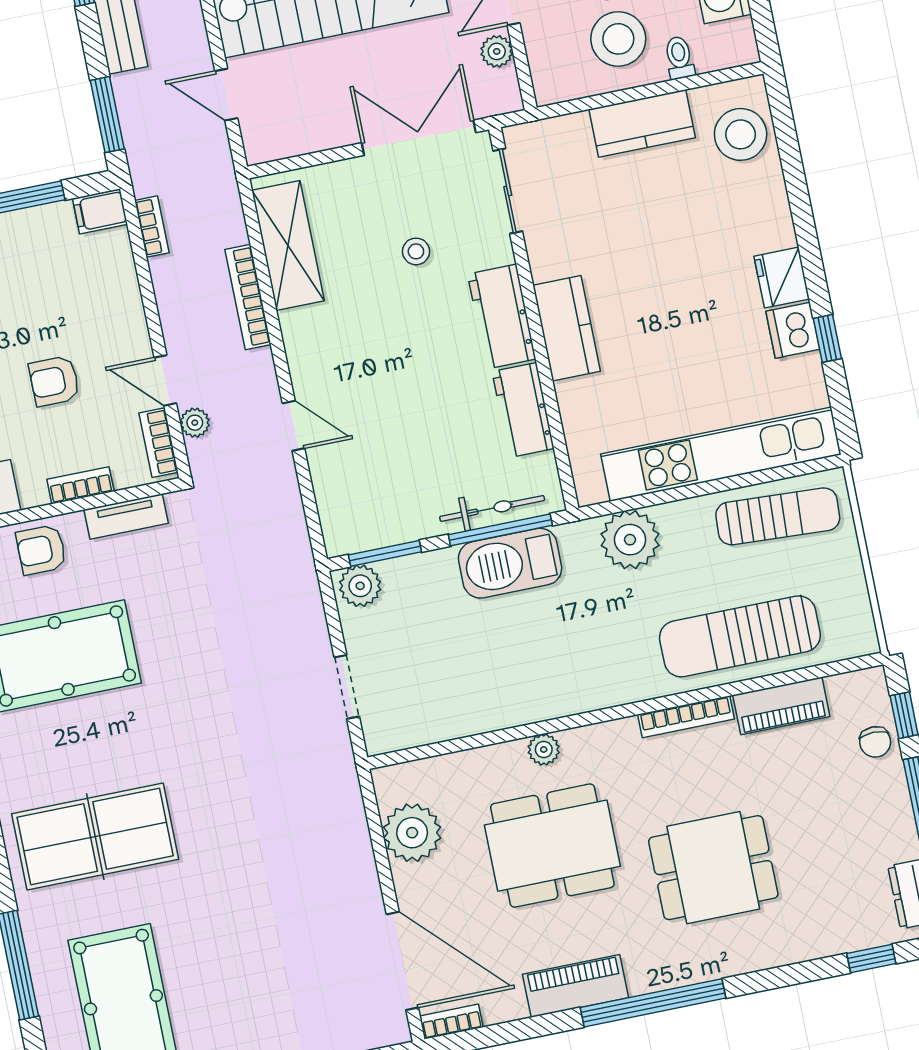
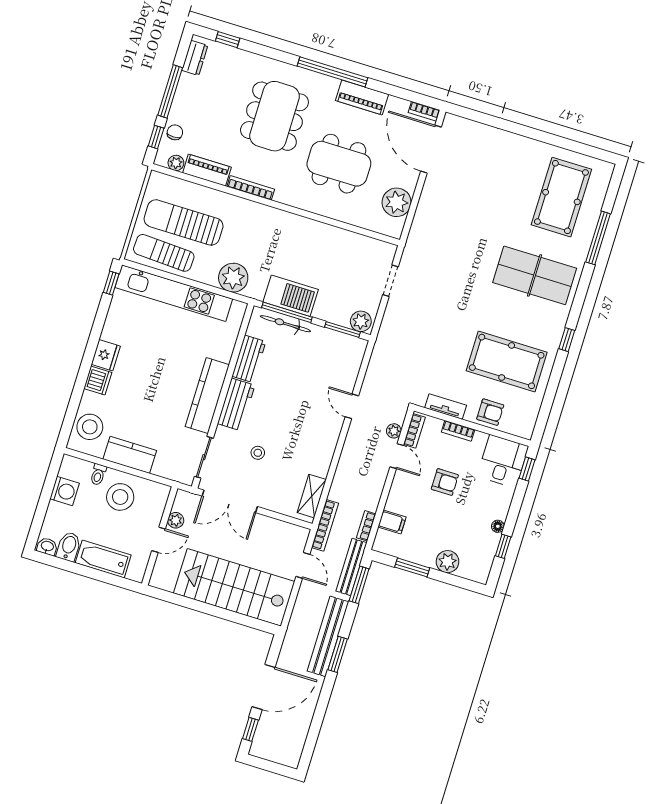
bench: (138, 139) -> (351, 567), added
filing cabinet: (100, 211) -> (392, 522), moved
shelving: (288, 245) -> (312, 496), width x0.67, depth x0.75
bookcase: (248, 297) -> (325, 525), moved
kitchen counter: (567, 328) -> (207, 396), width x1.50
dishwasher: (793, 330) -> (98, 381), moved
window: (827, 338) -> (111, 283), moved
sun lounger: (740, 636) -> (184, 222), moved, turned 180
plant: (544, 749) -> (176, 163), moved
dining table: (713, 868) -> (274, 116), width x1.38

